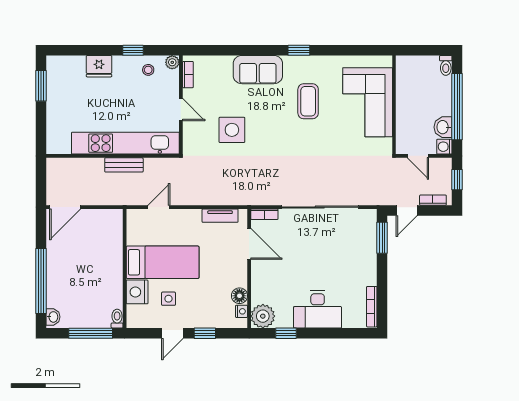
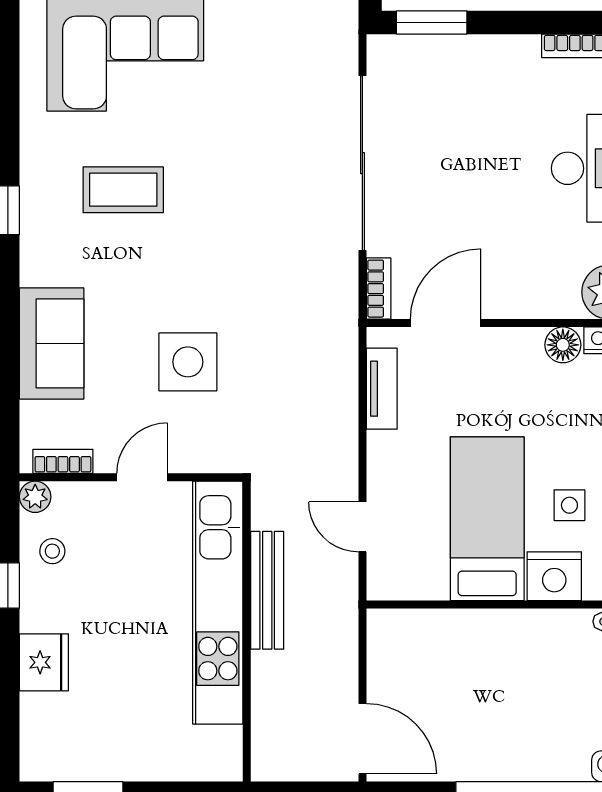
sofa: (258, 70) -> (52, 343), moved
bench: (124, 165) -> (267, 590), width x1.36

